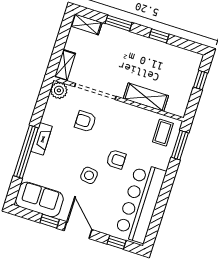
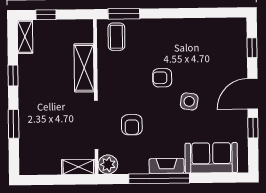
shelving: (86, 24) -> (25, 37), moved
coffee table: (163, 133) -> (116, 37), turned 90
window: (26, 152) -> (159, 179), moved
armchair: (116, 159) -> (162, 78), turned -90
sofa: (39, 199) -> (211, 158), moved, turned 90
bar counter: (141, 203) -> (201, 36), removed

